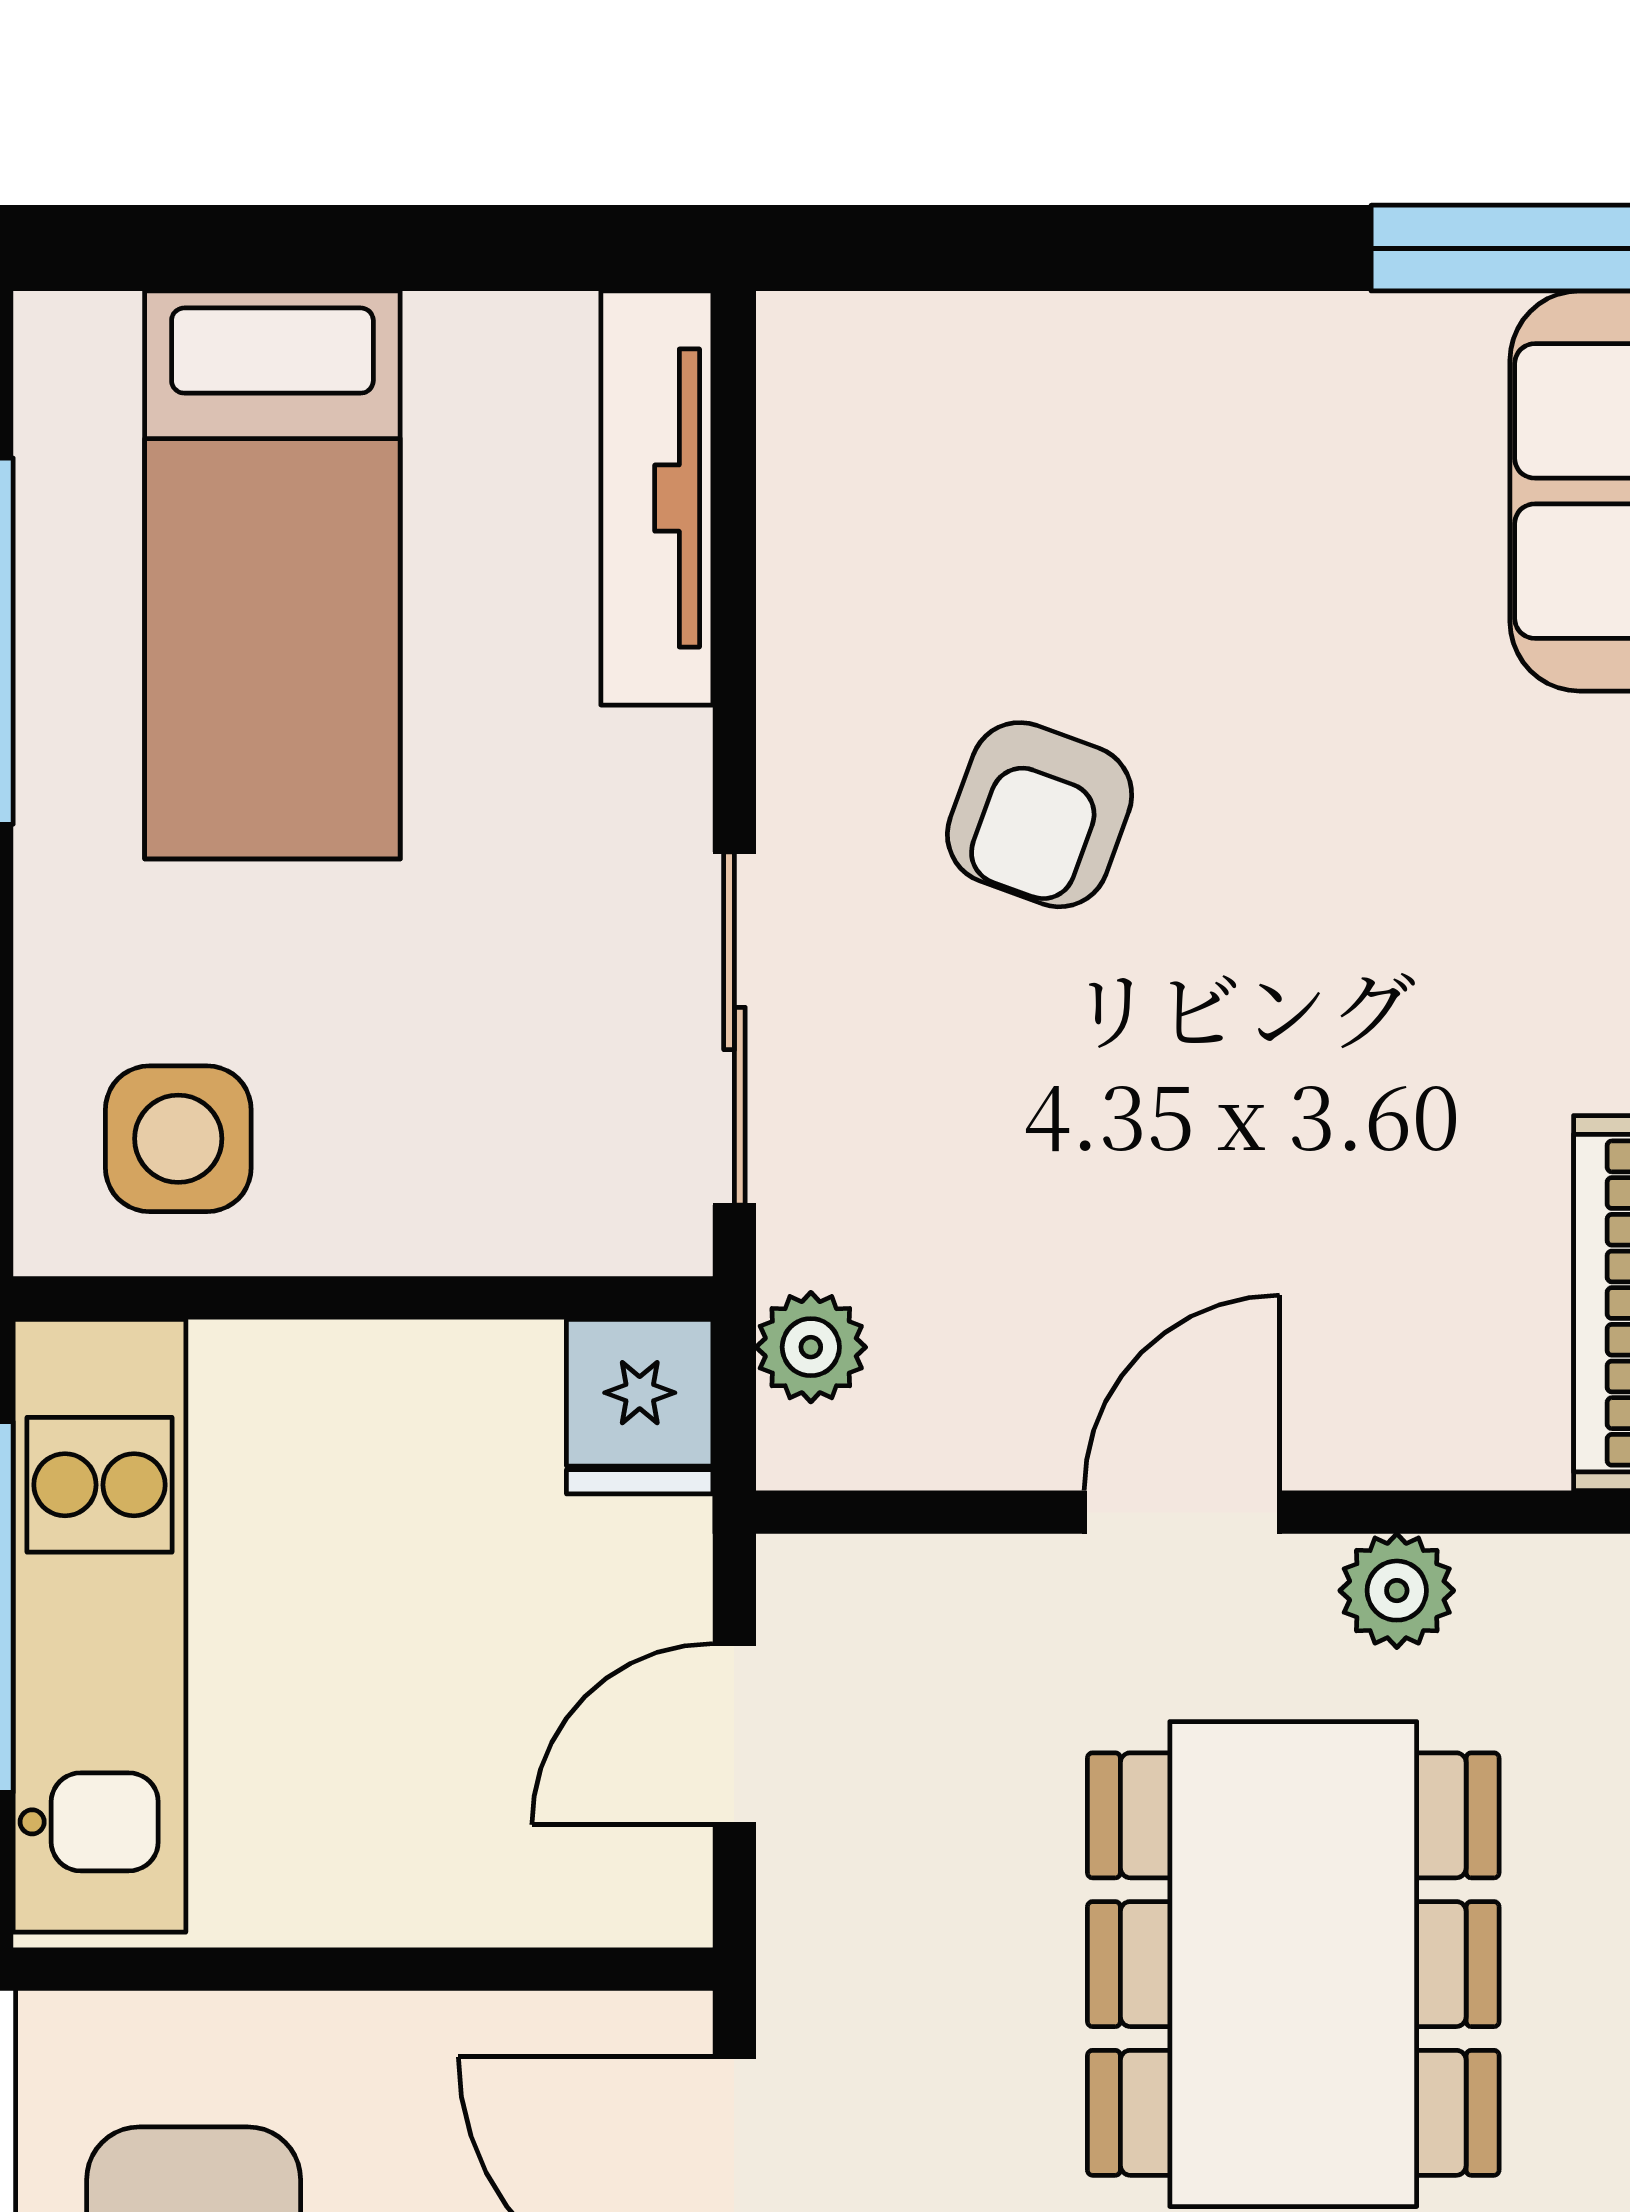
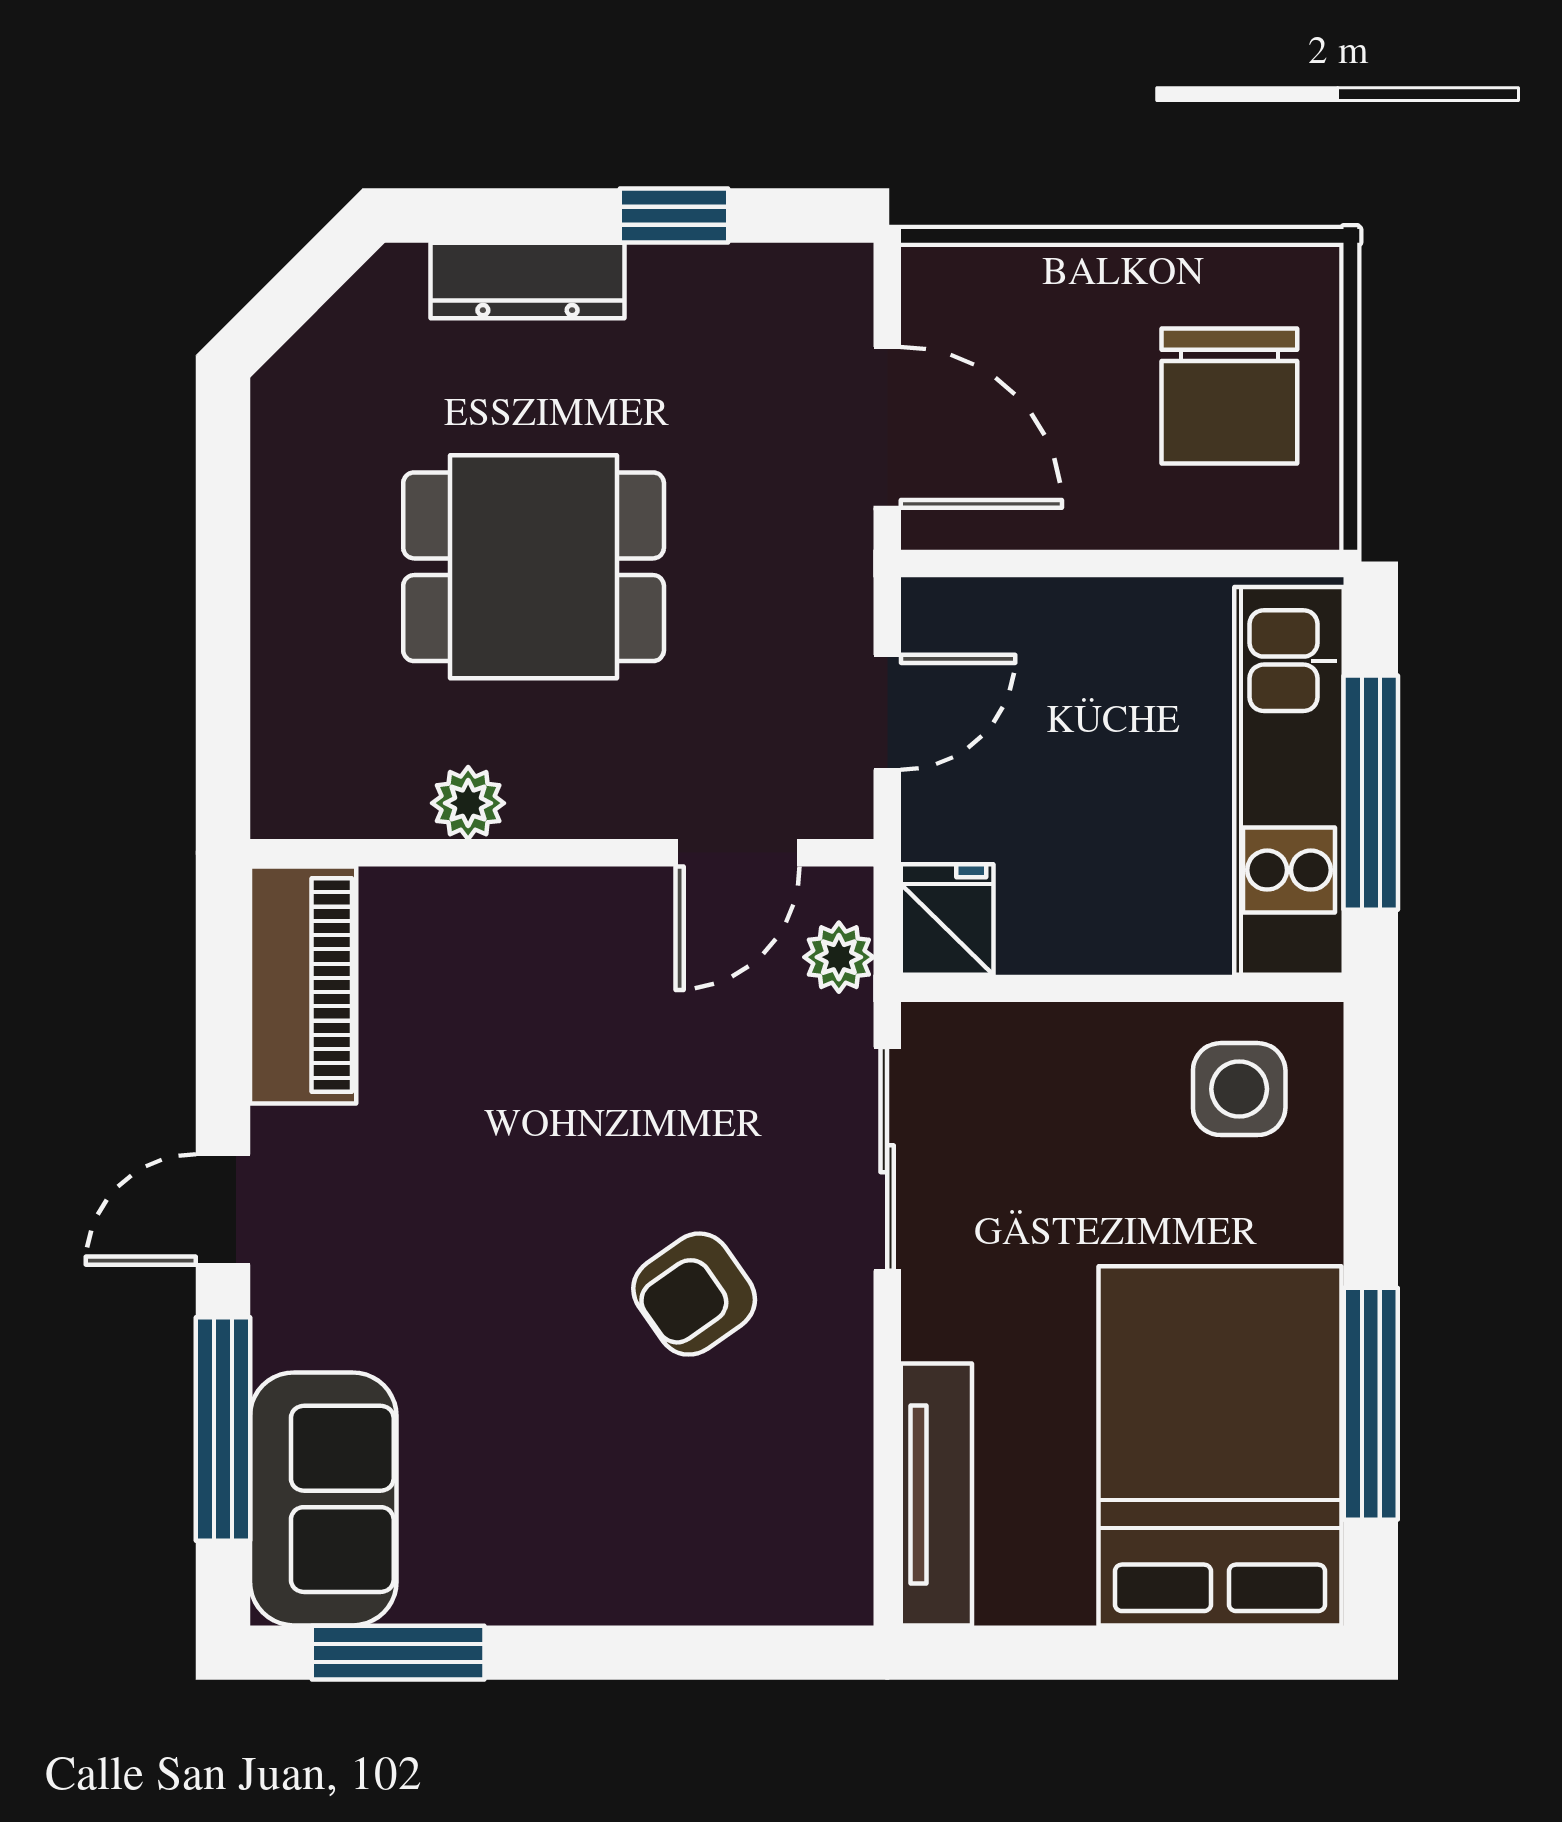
bed: (272, 575) -> (1220, 1446), width x1.50
armchair: (1040, 815) -> (694, 1294), turned -145
door: (1182, 1512) -> (737, 853), moved
dining table: (1293, 1964) -> (534, 567), width x0.73

